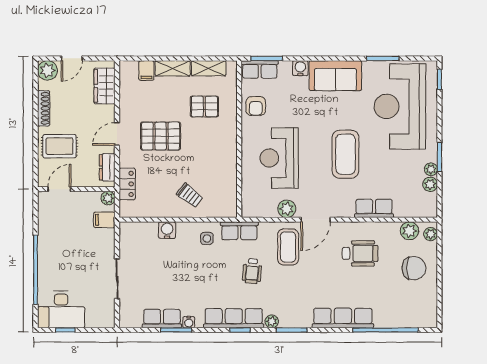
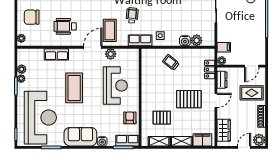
filing cabinet: (146, 70) -> (202, 140), width x2.00
plant: (409, 231) -> (197, 40), moved

